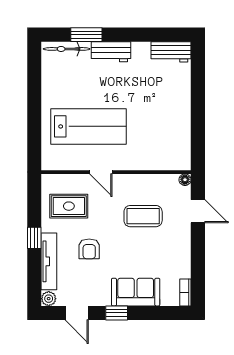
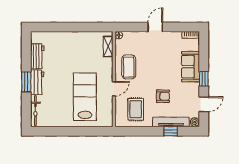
window: (86, 35) -> (26, 82), moved
workbench: (171, 52) -> (37, 56), moved
shelving: (167, 163) -> (108, 46), added
door: (198, 211) -> (155, 27), moved
coffee table: (143, 216) -> (129, 67), moved
window: (34, 238) -> (171, 131), moved

